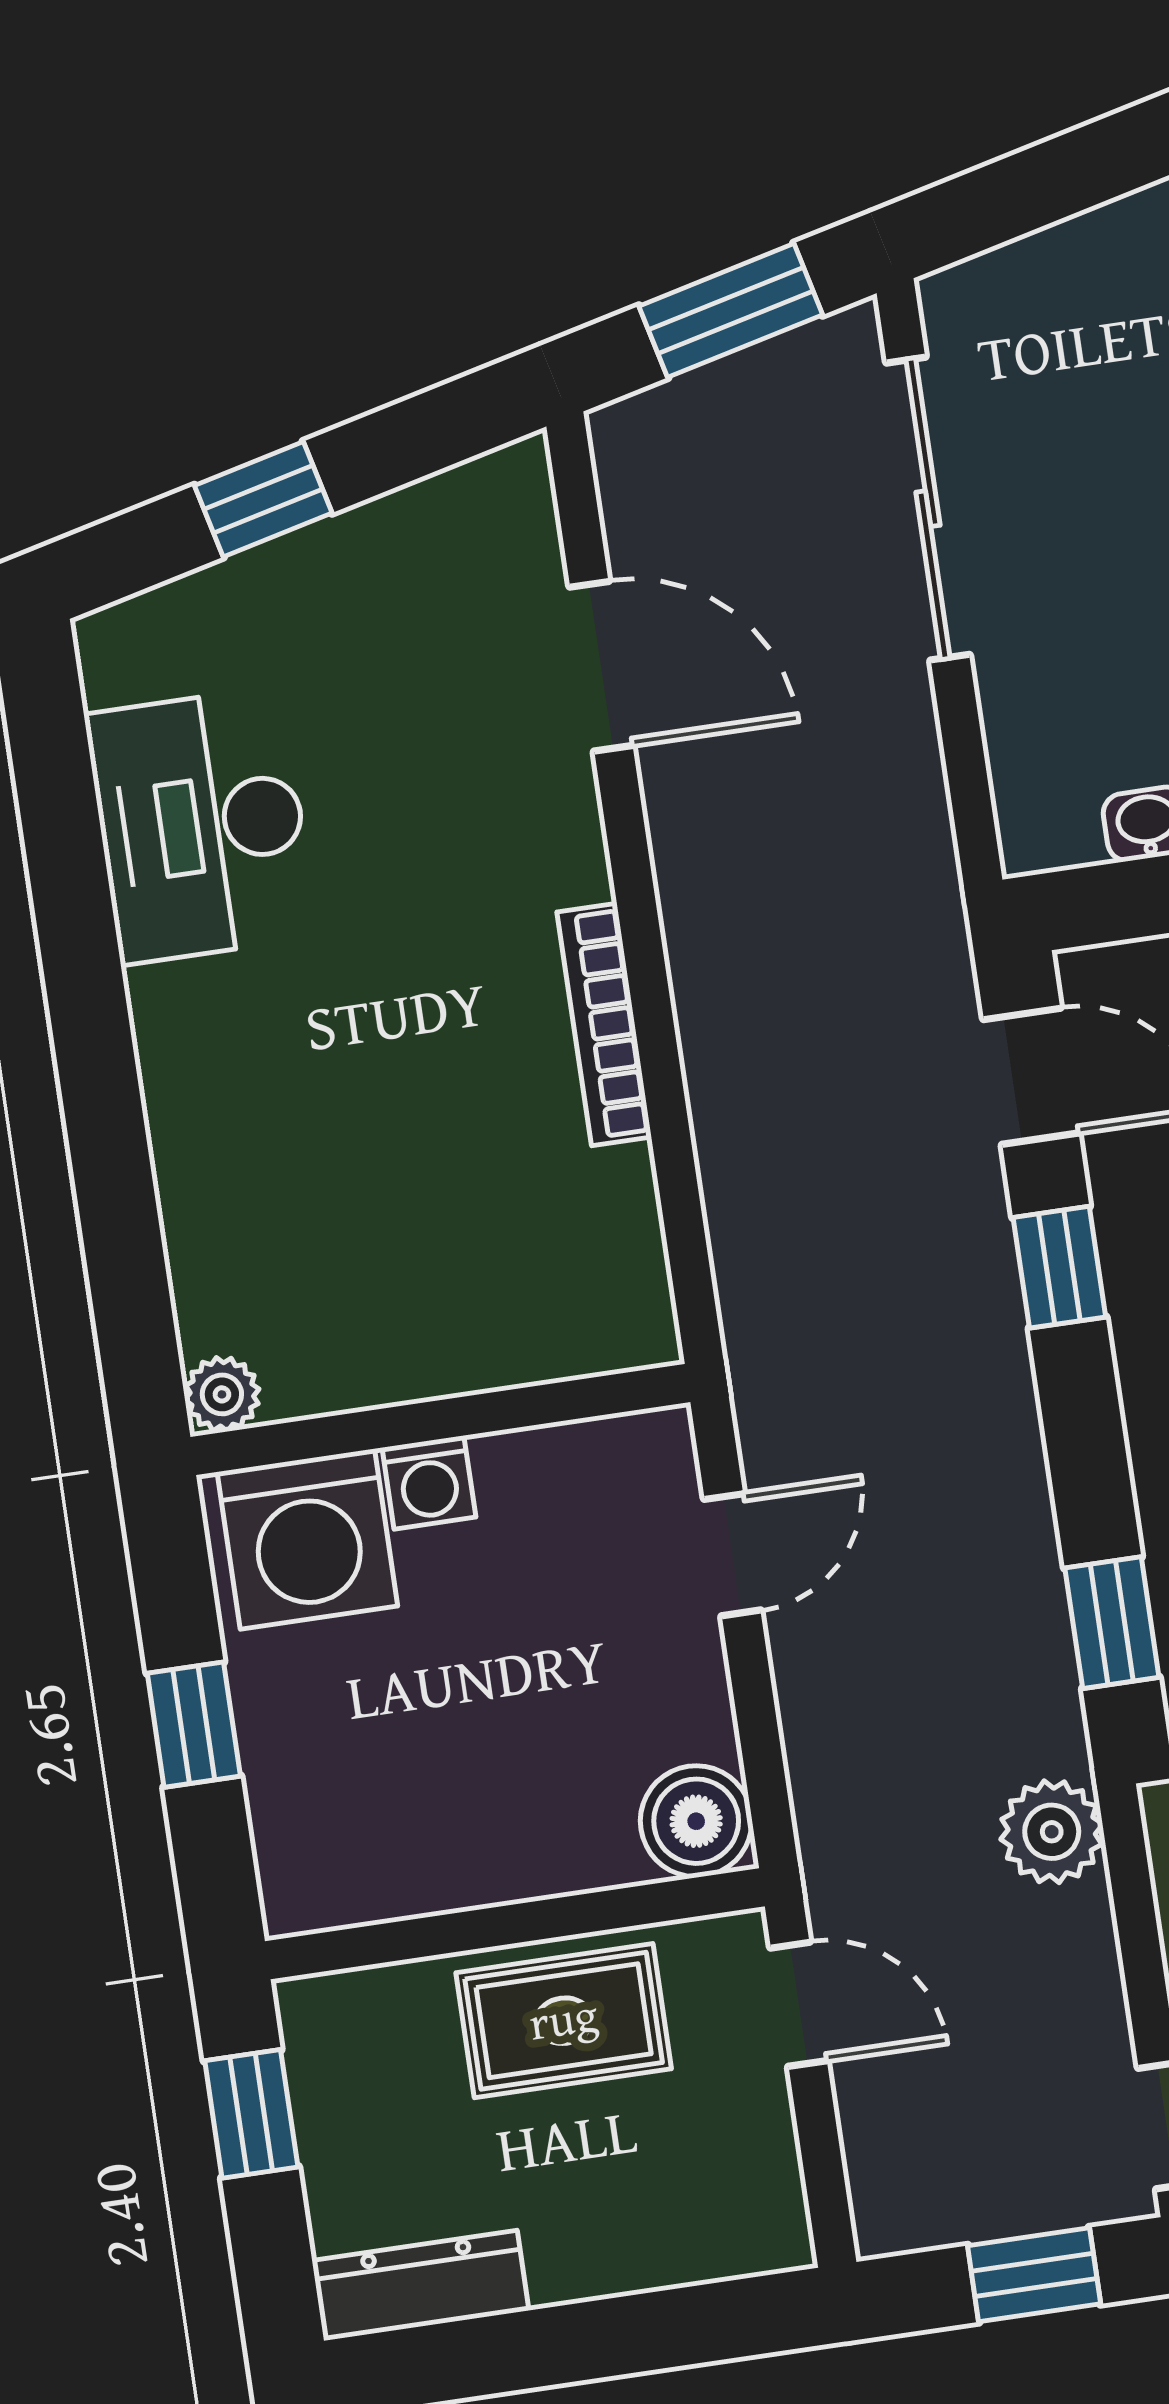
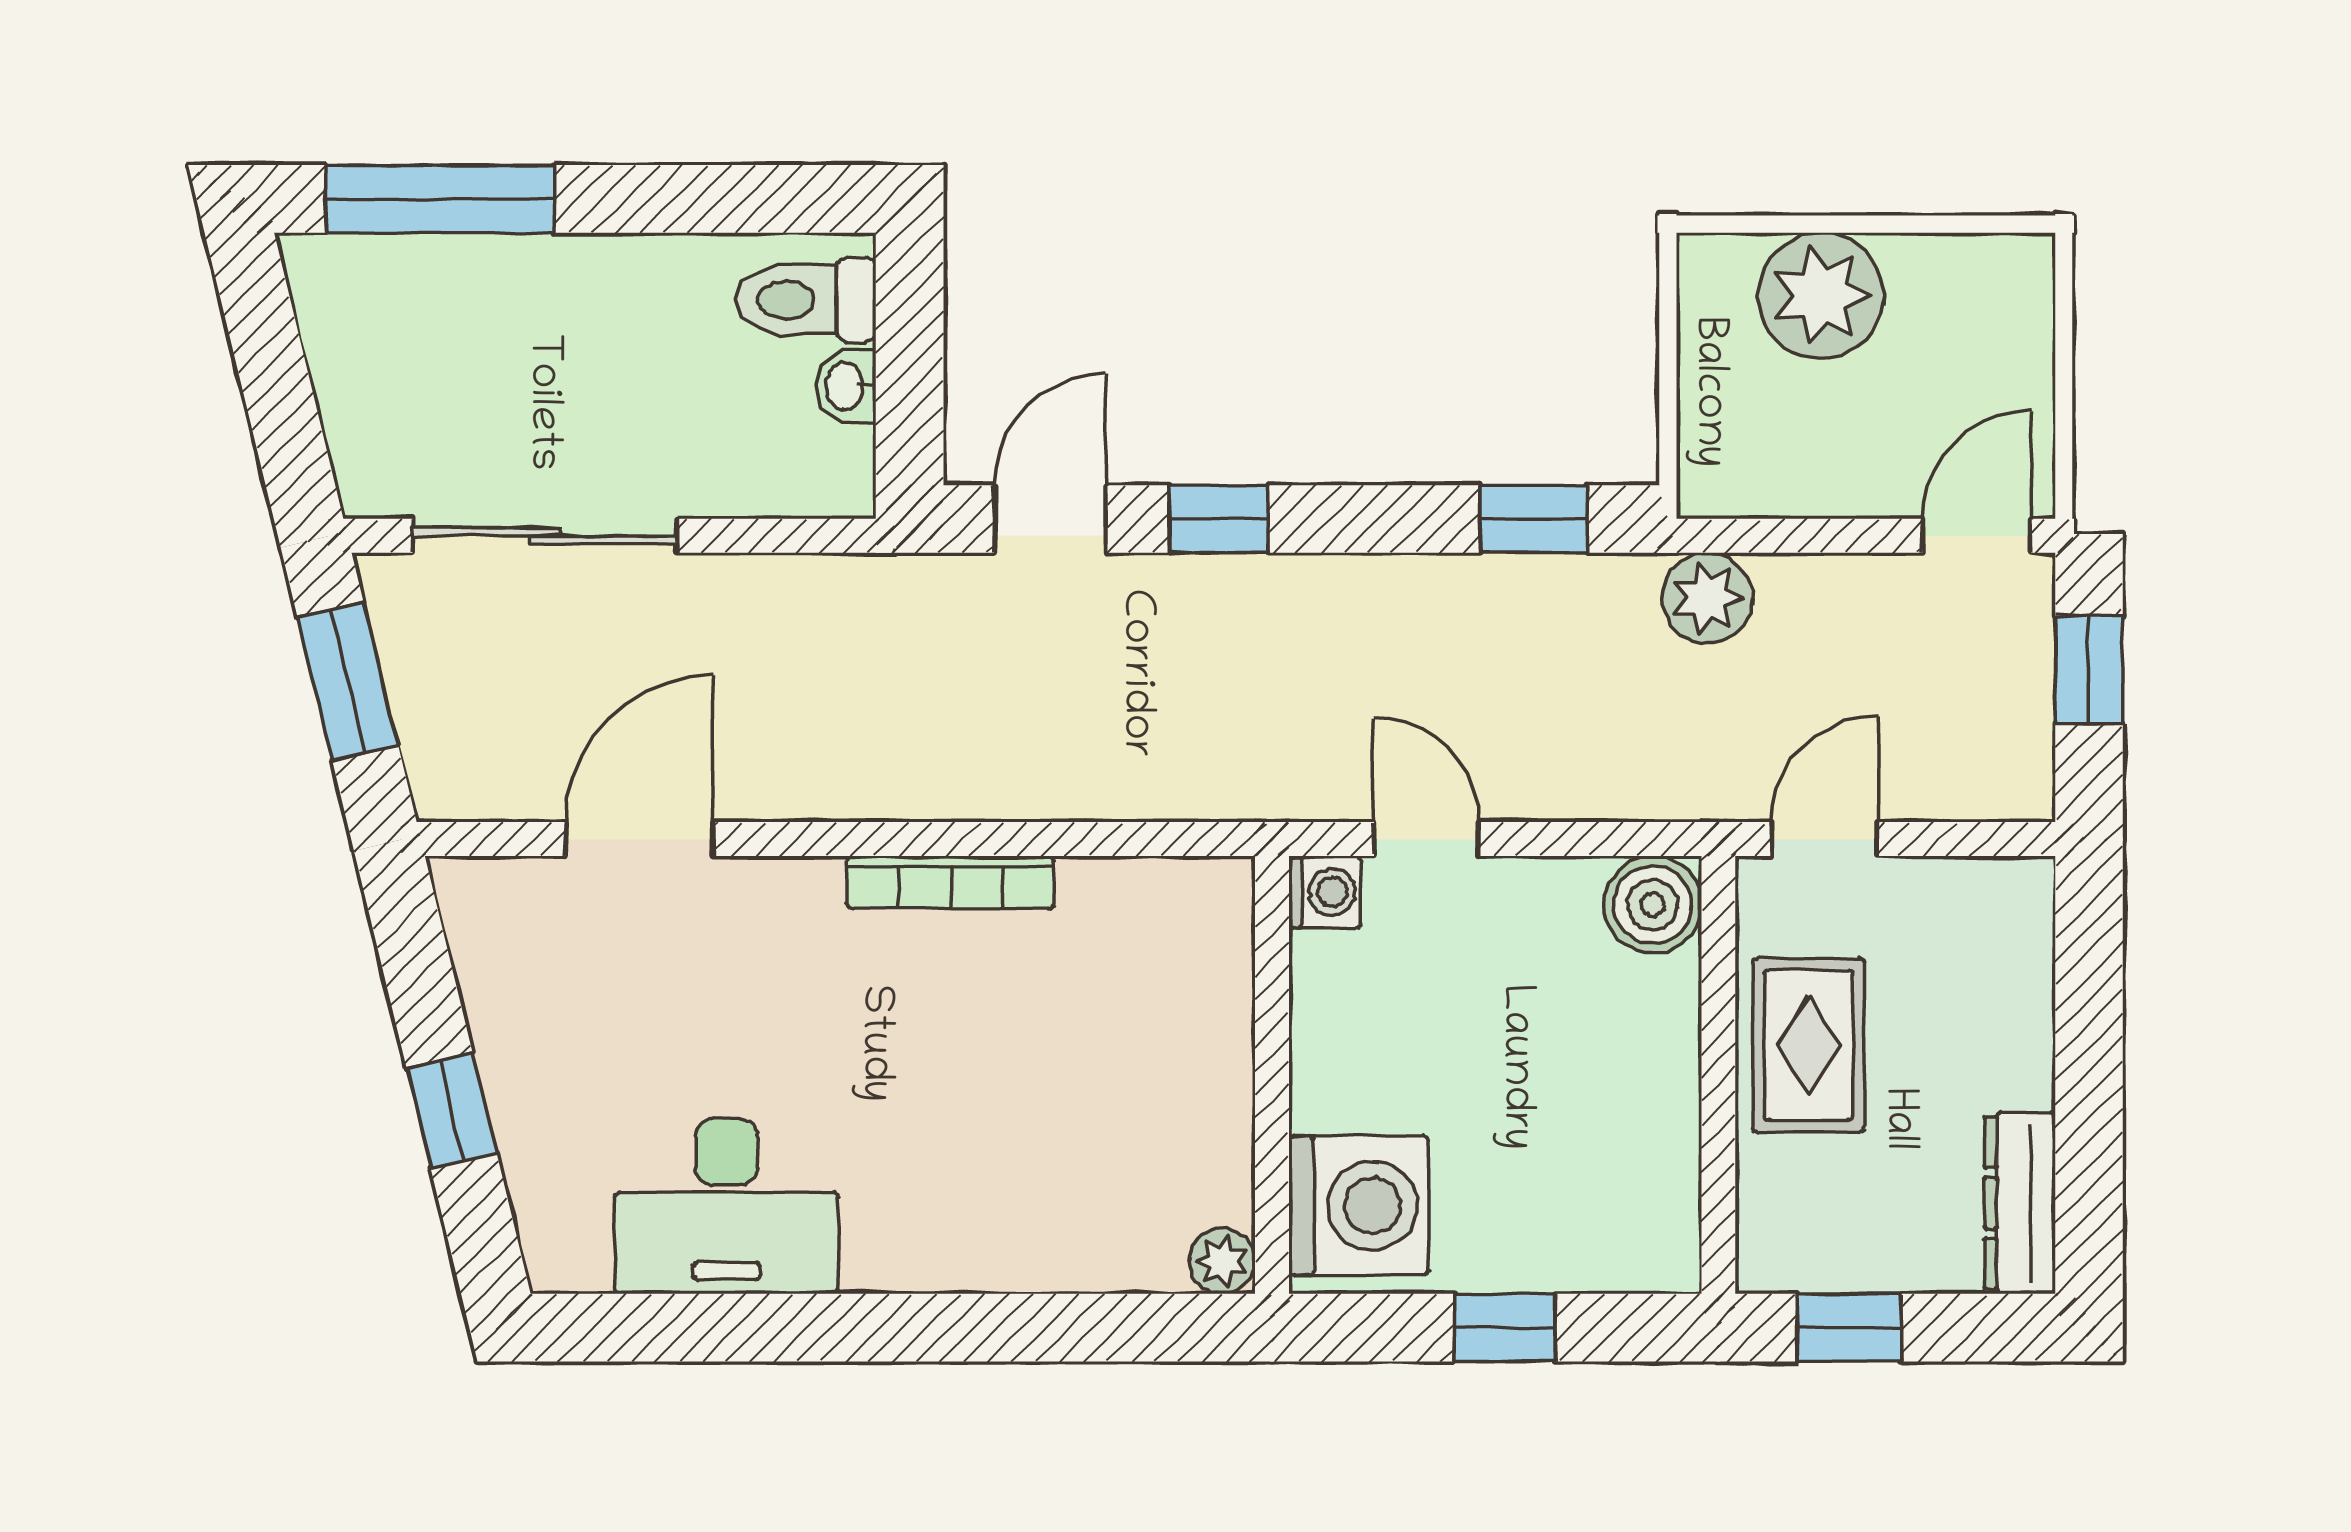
washing machine: (429, 1482) -> (1325, 892), moved

